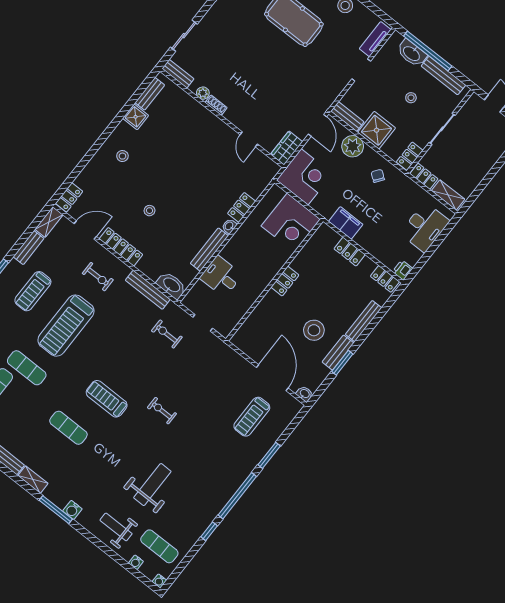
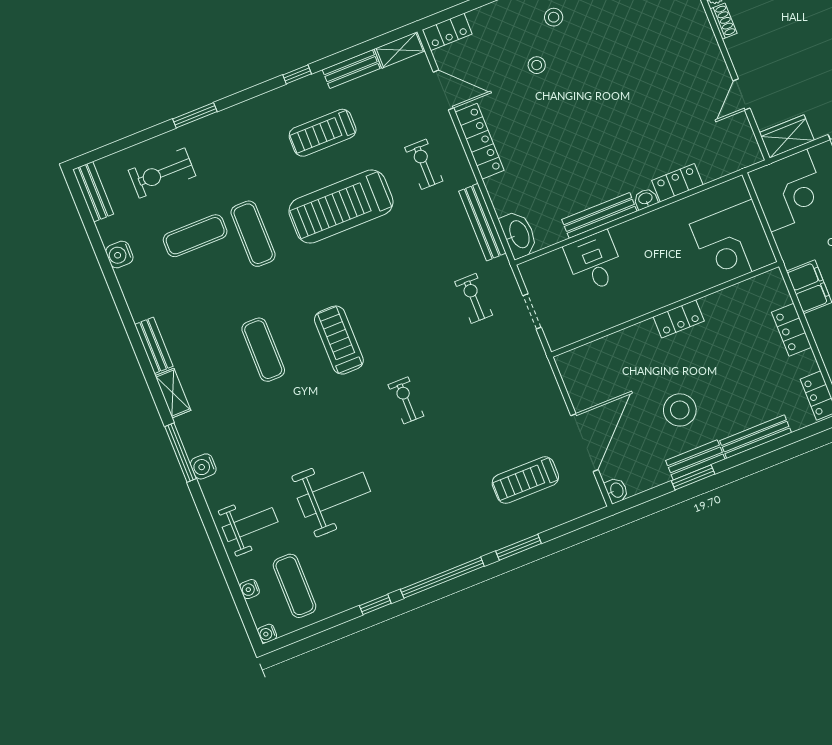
stool: (149, 211) -> (537, 65), moved
exercise bike: (98, 277) -> (424, 164), turned 180
weight bench: (116, 527) -> (250, 525), turned 90

